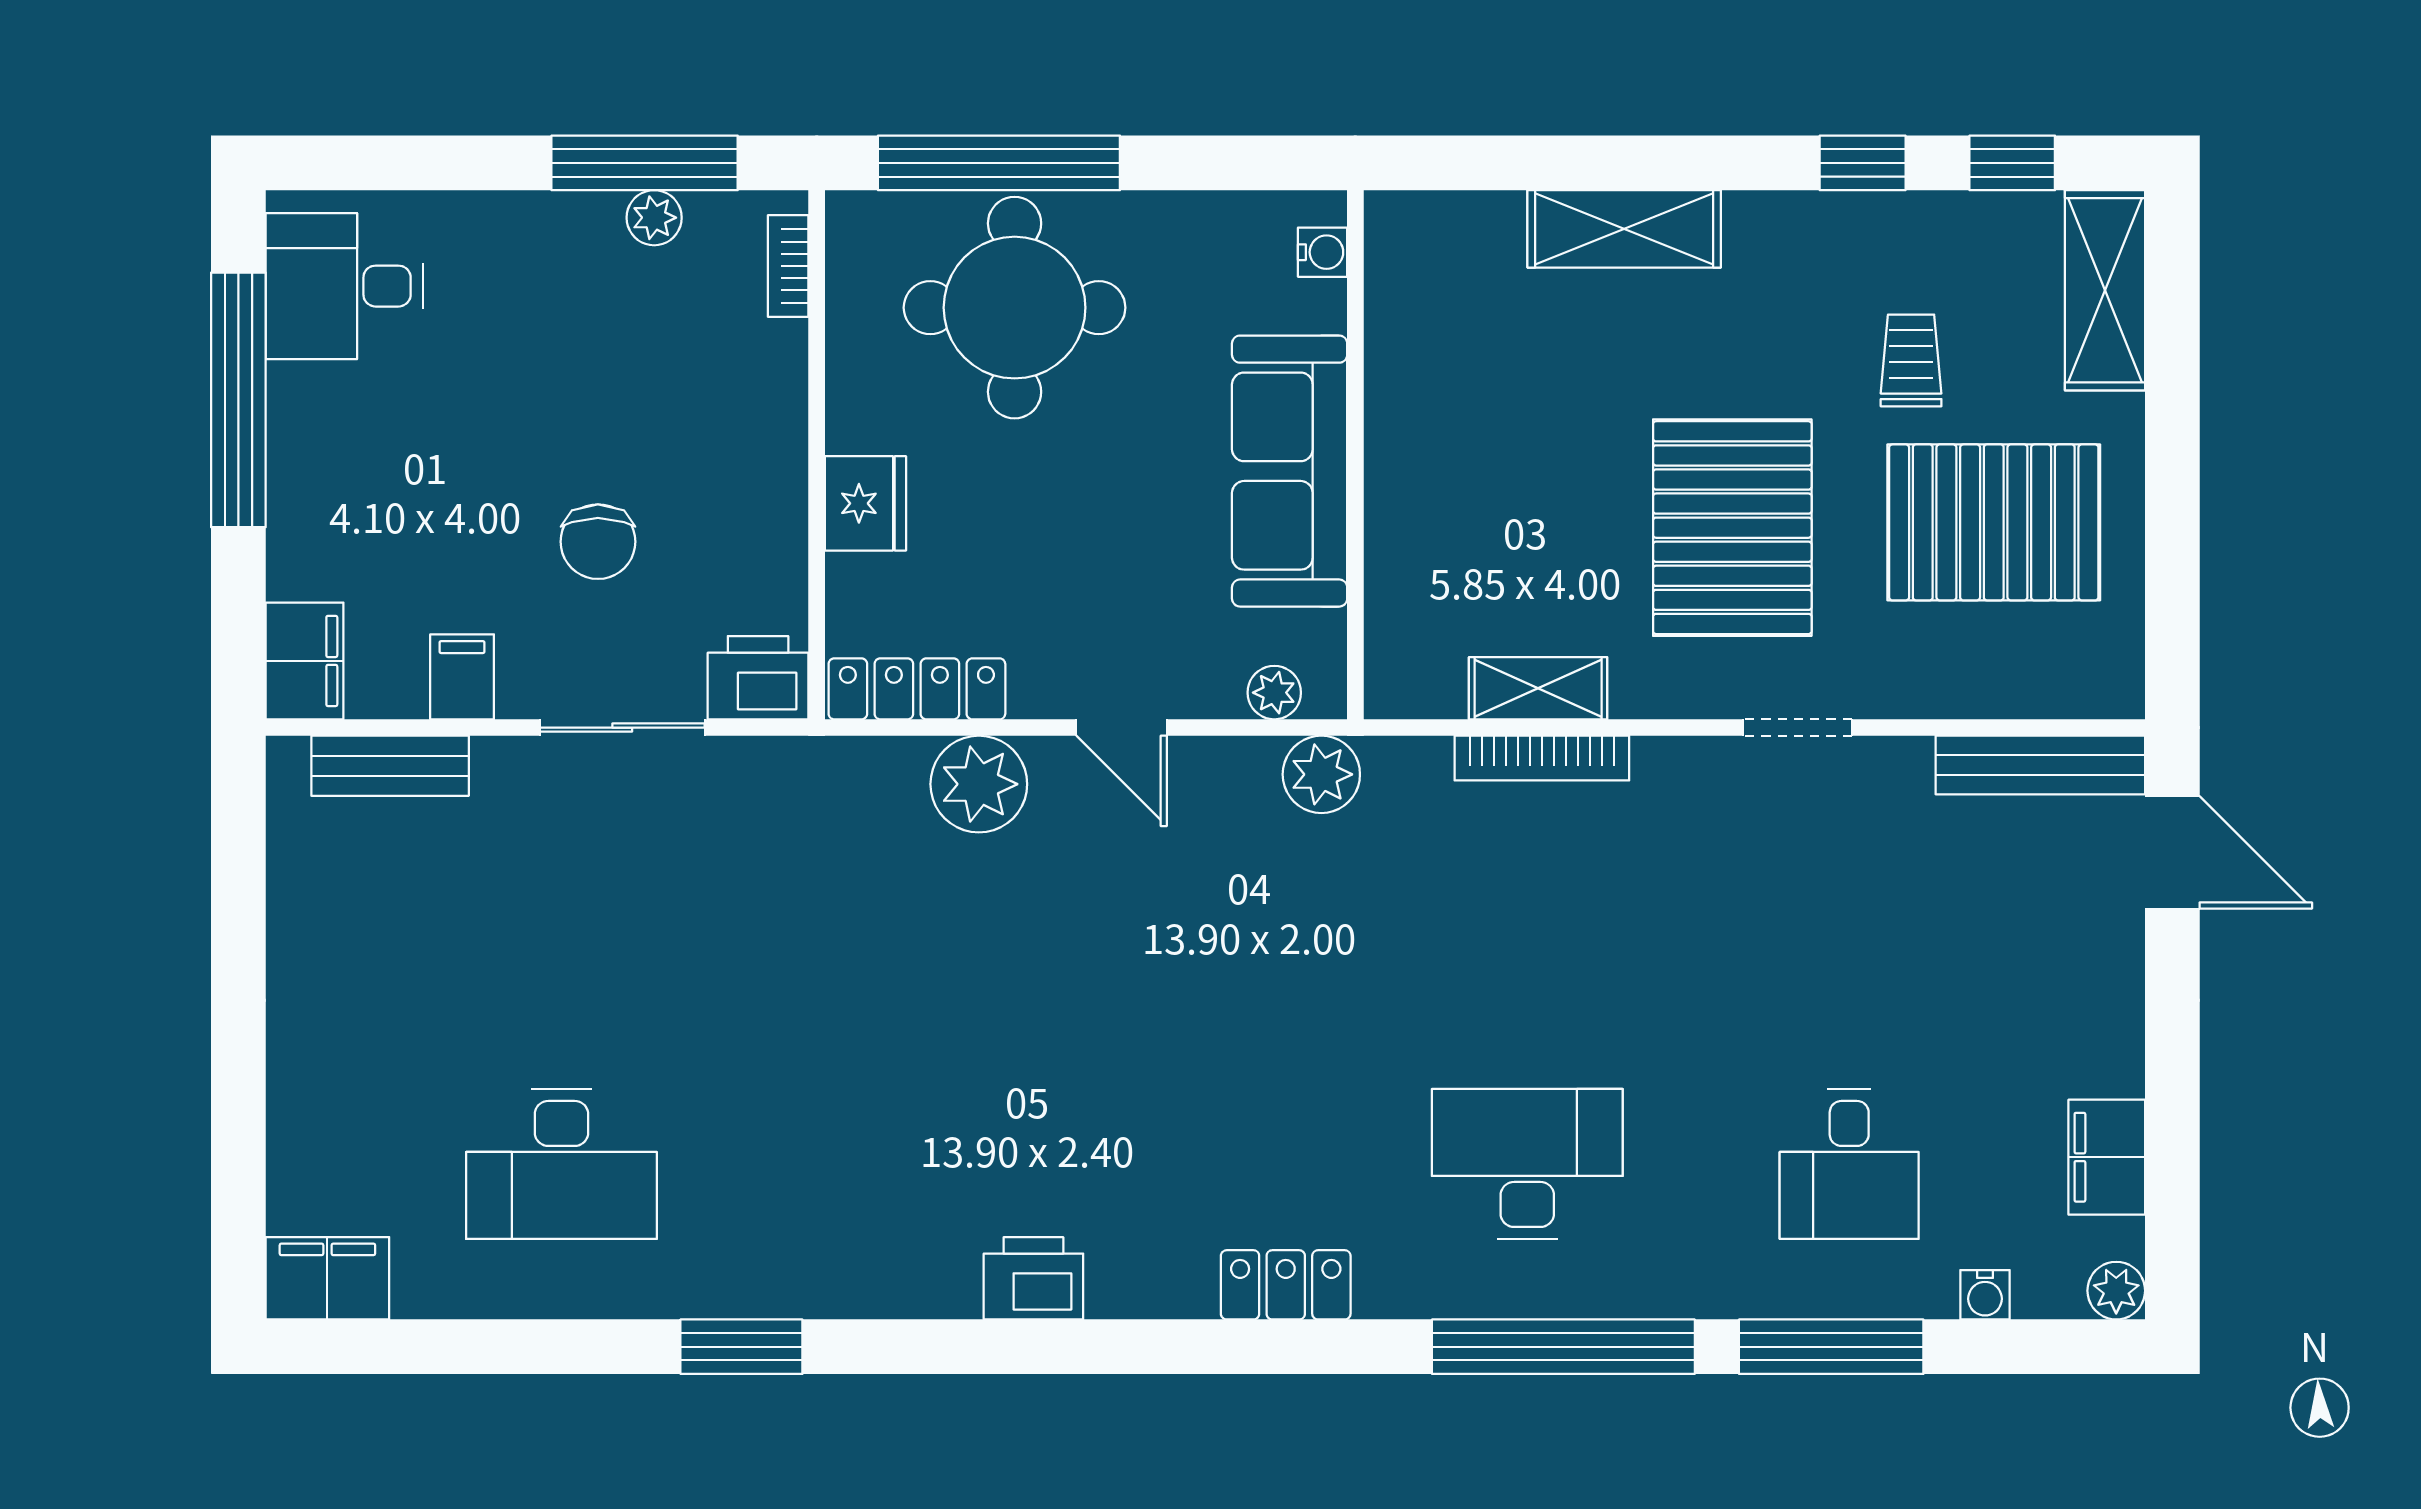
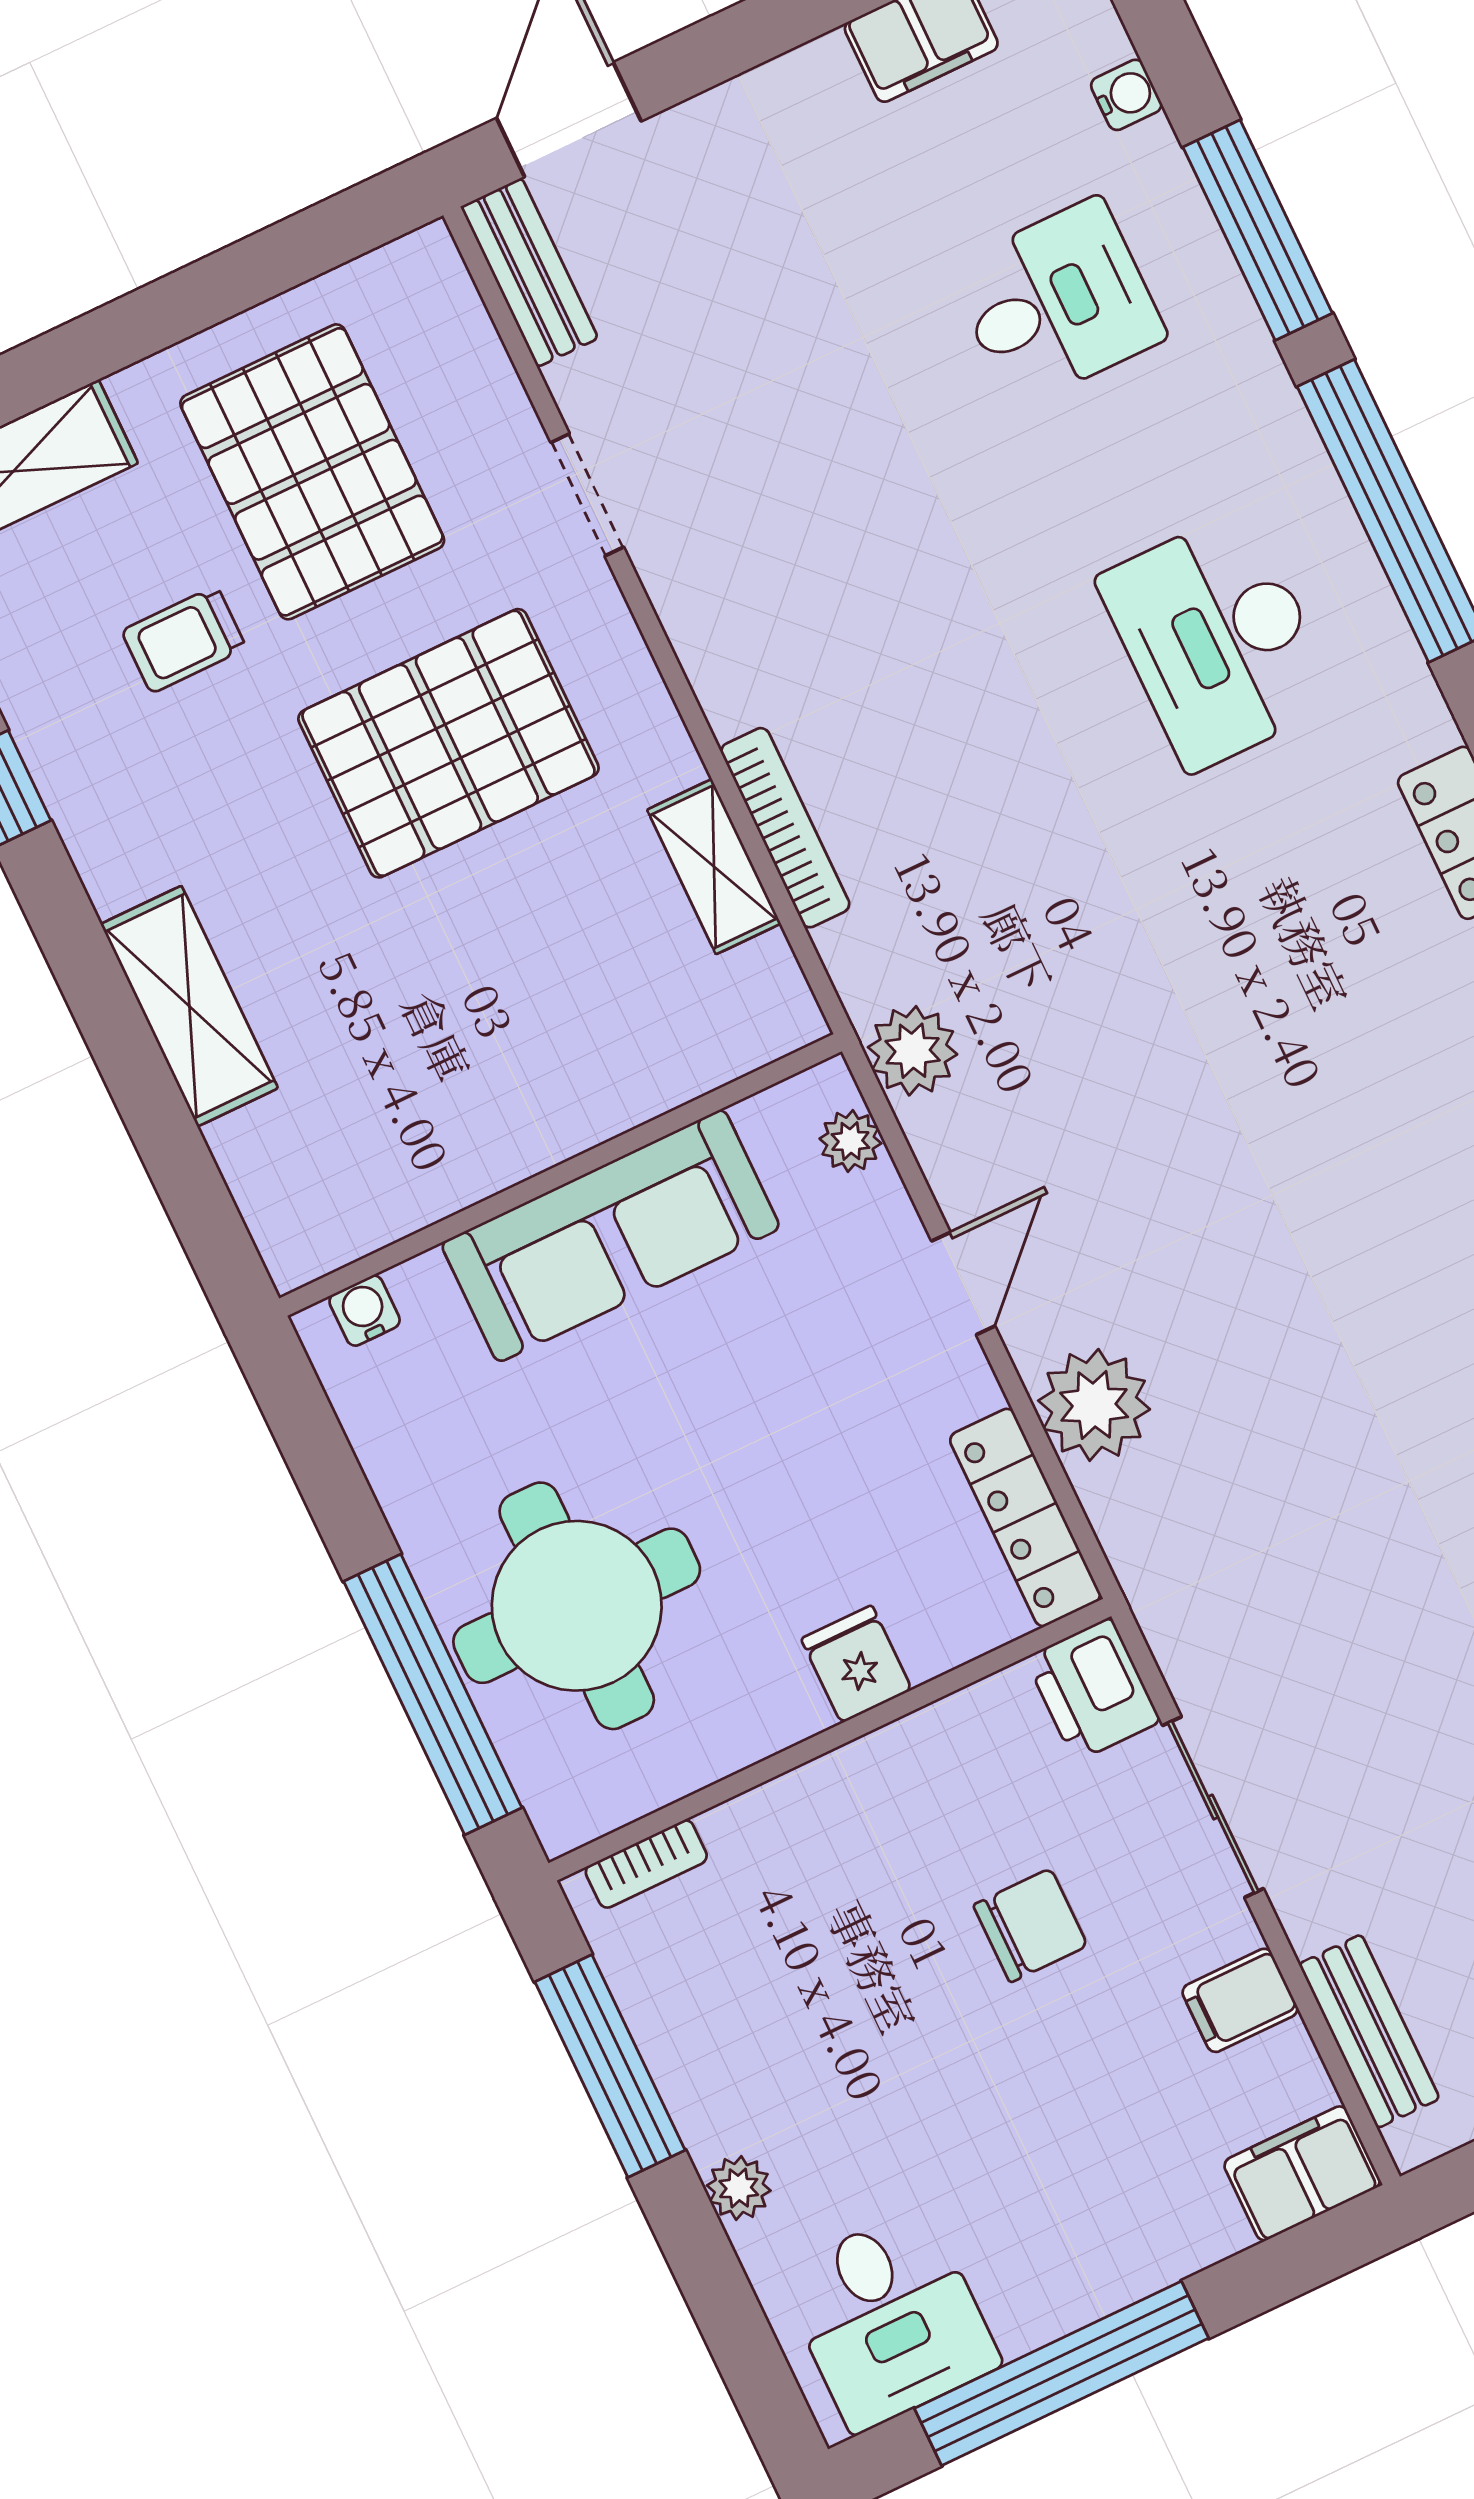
plant: (654, 218) -> (739, 2188), moved
fridge: (865, 503) -> (856, 1664), width x0.72
doorway: (1797, 728) -> (587, 495), moved
bench: (2040, 765) -> (529, 272), width x0.73

